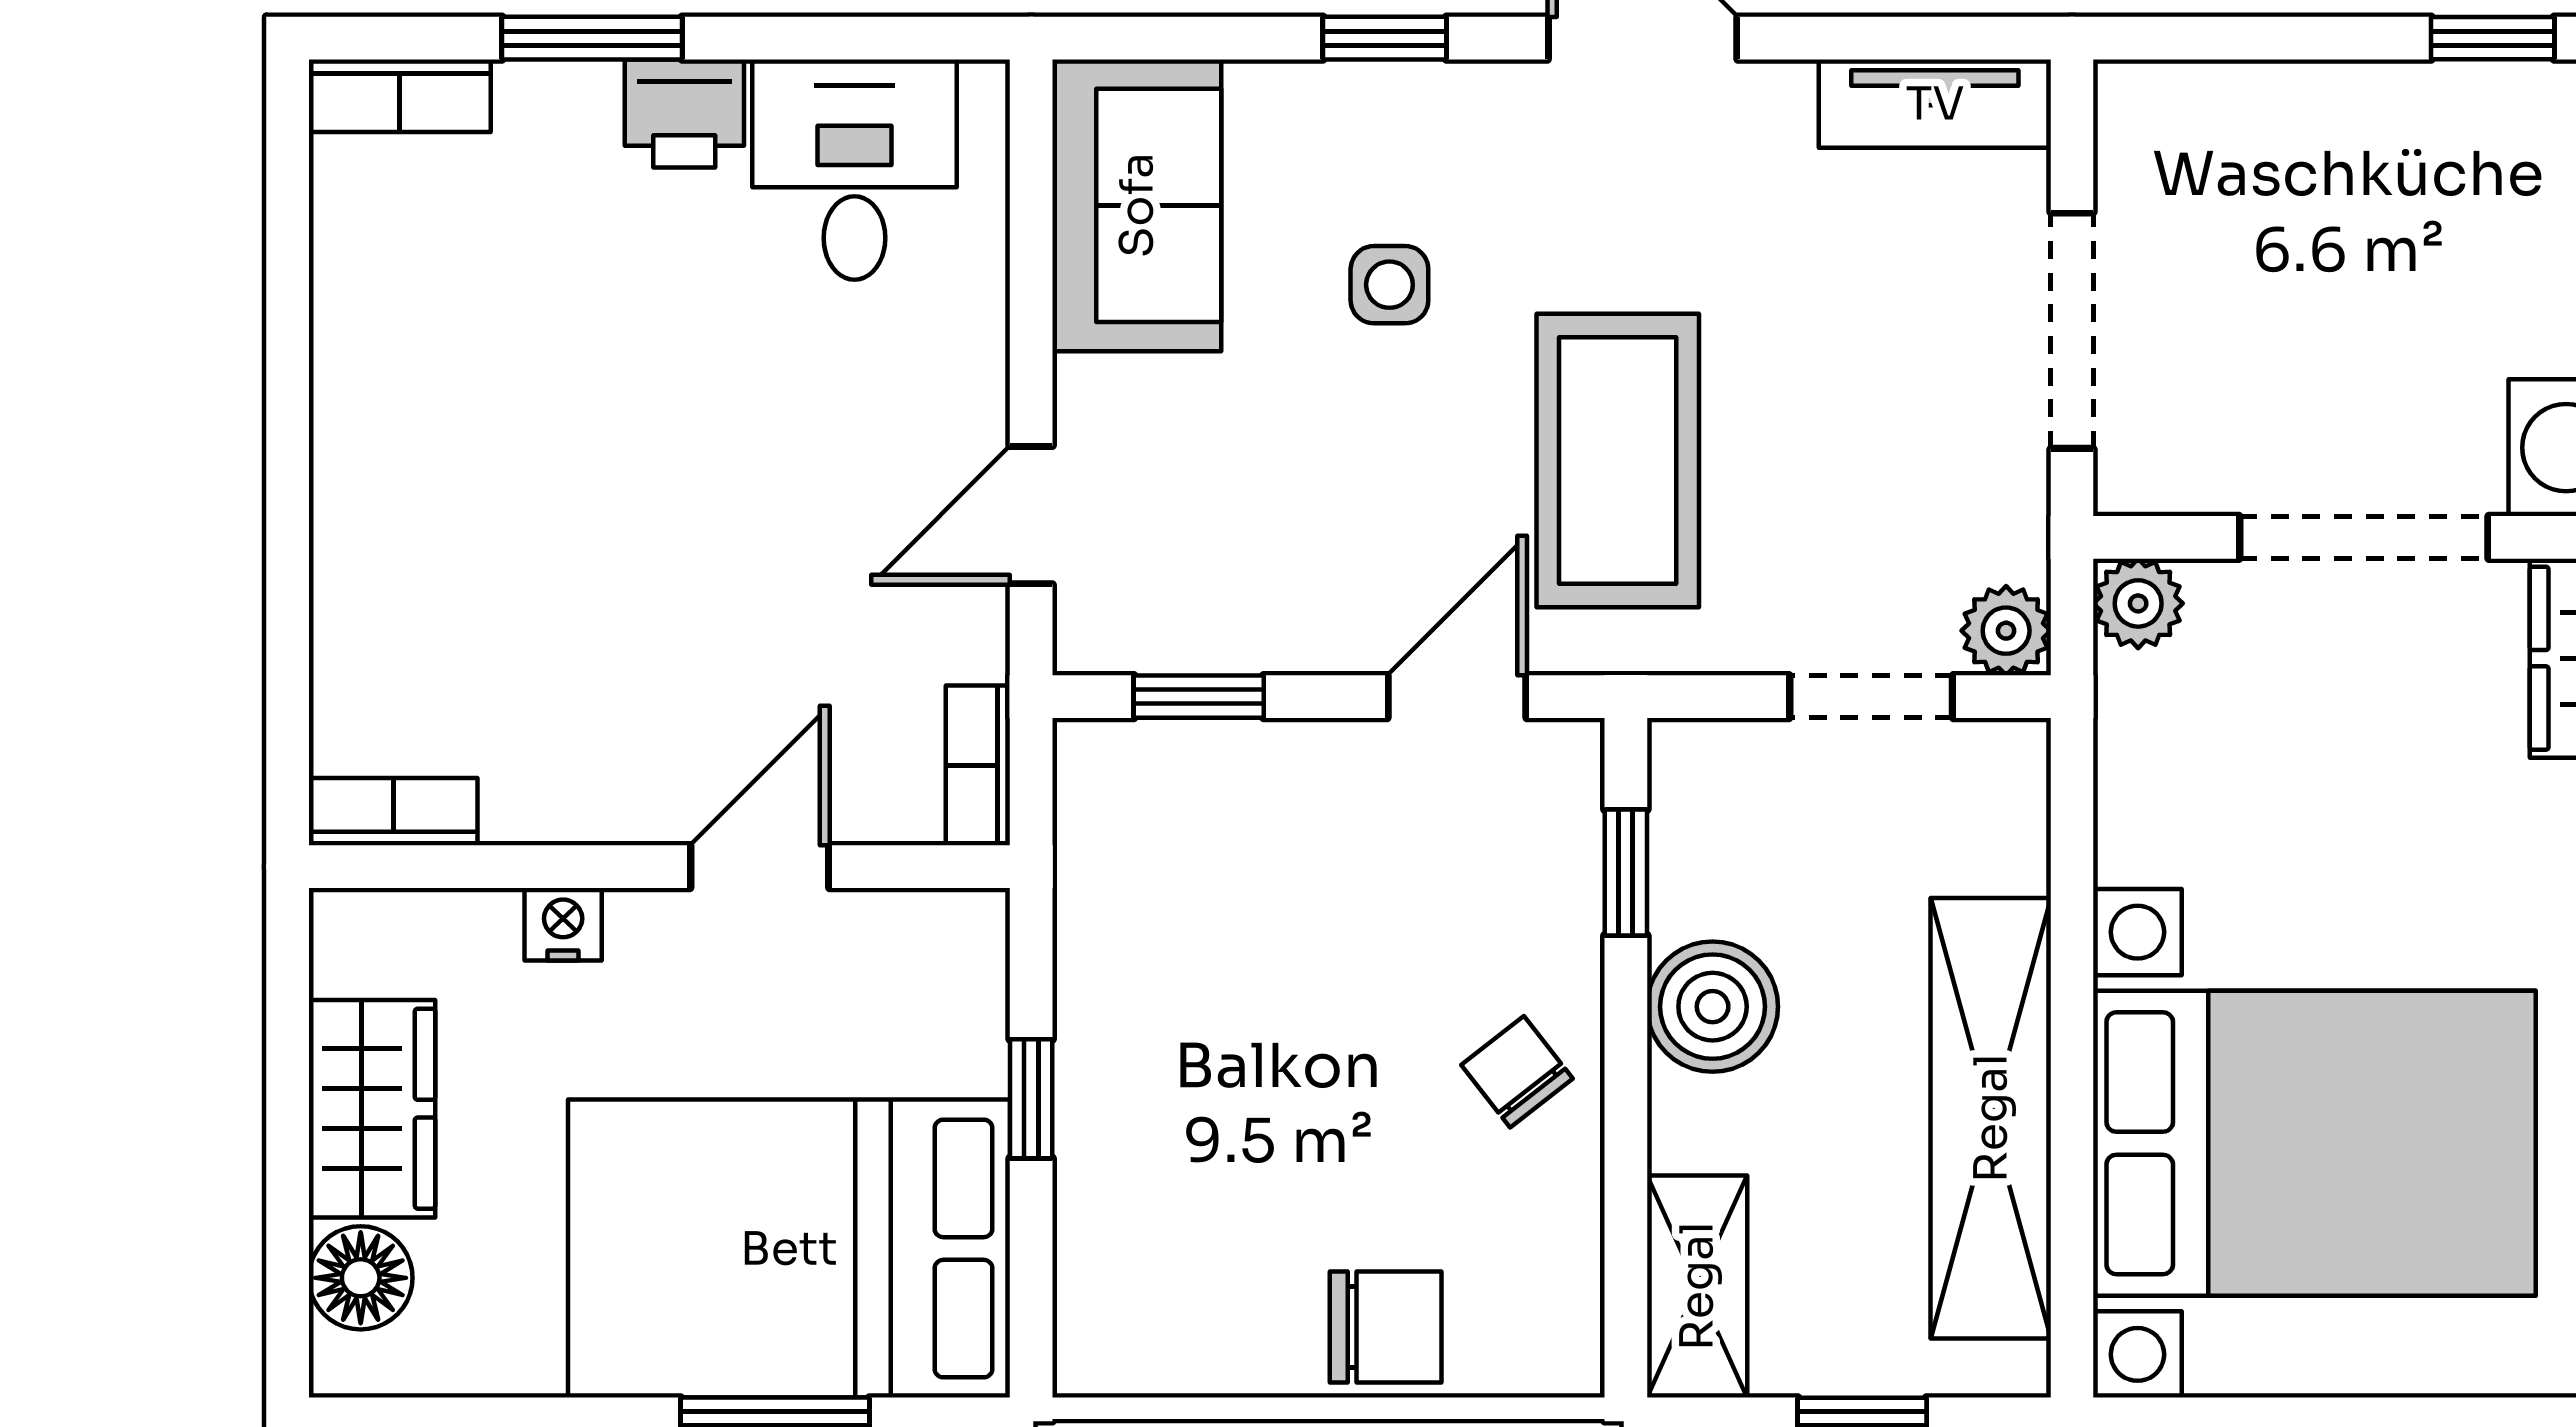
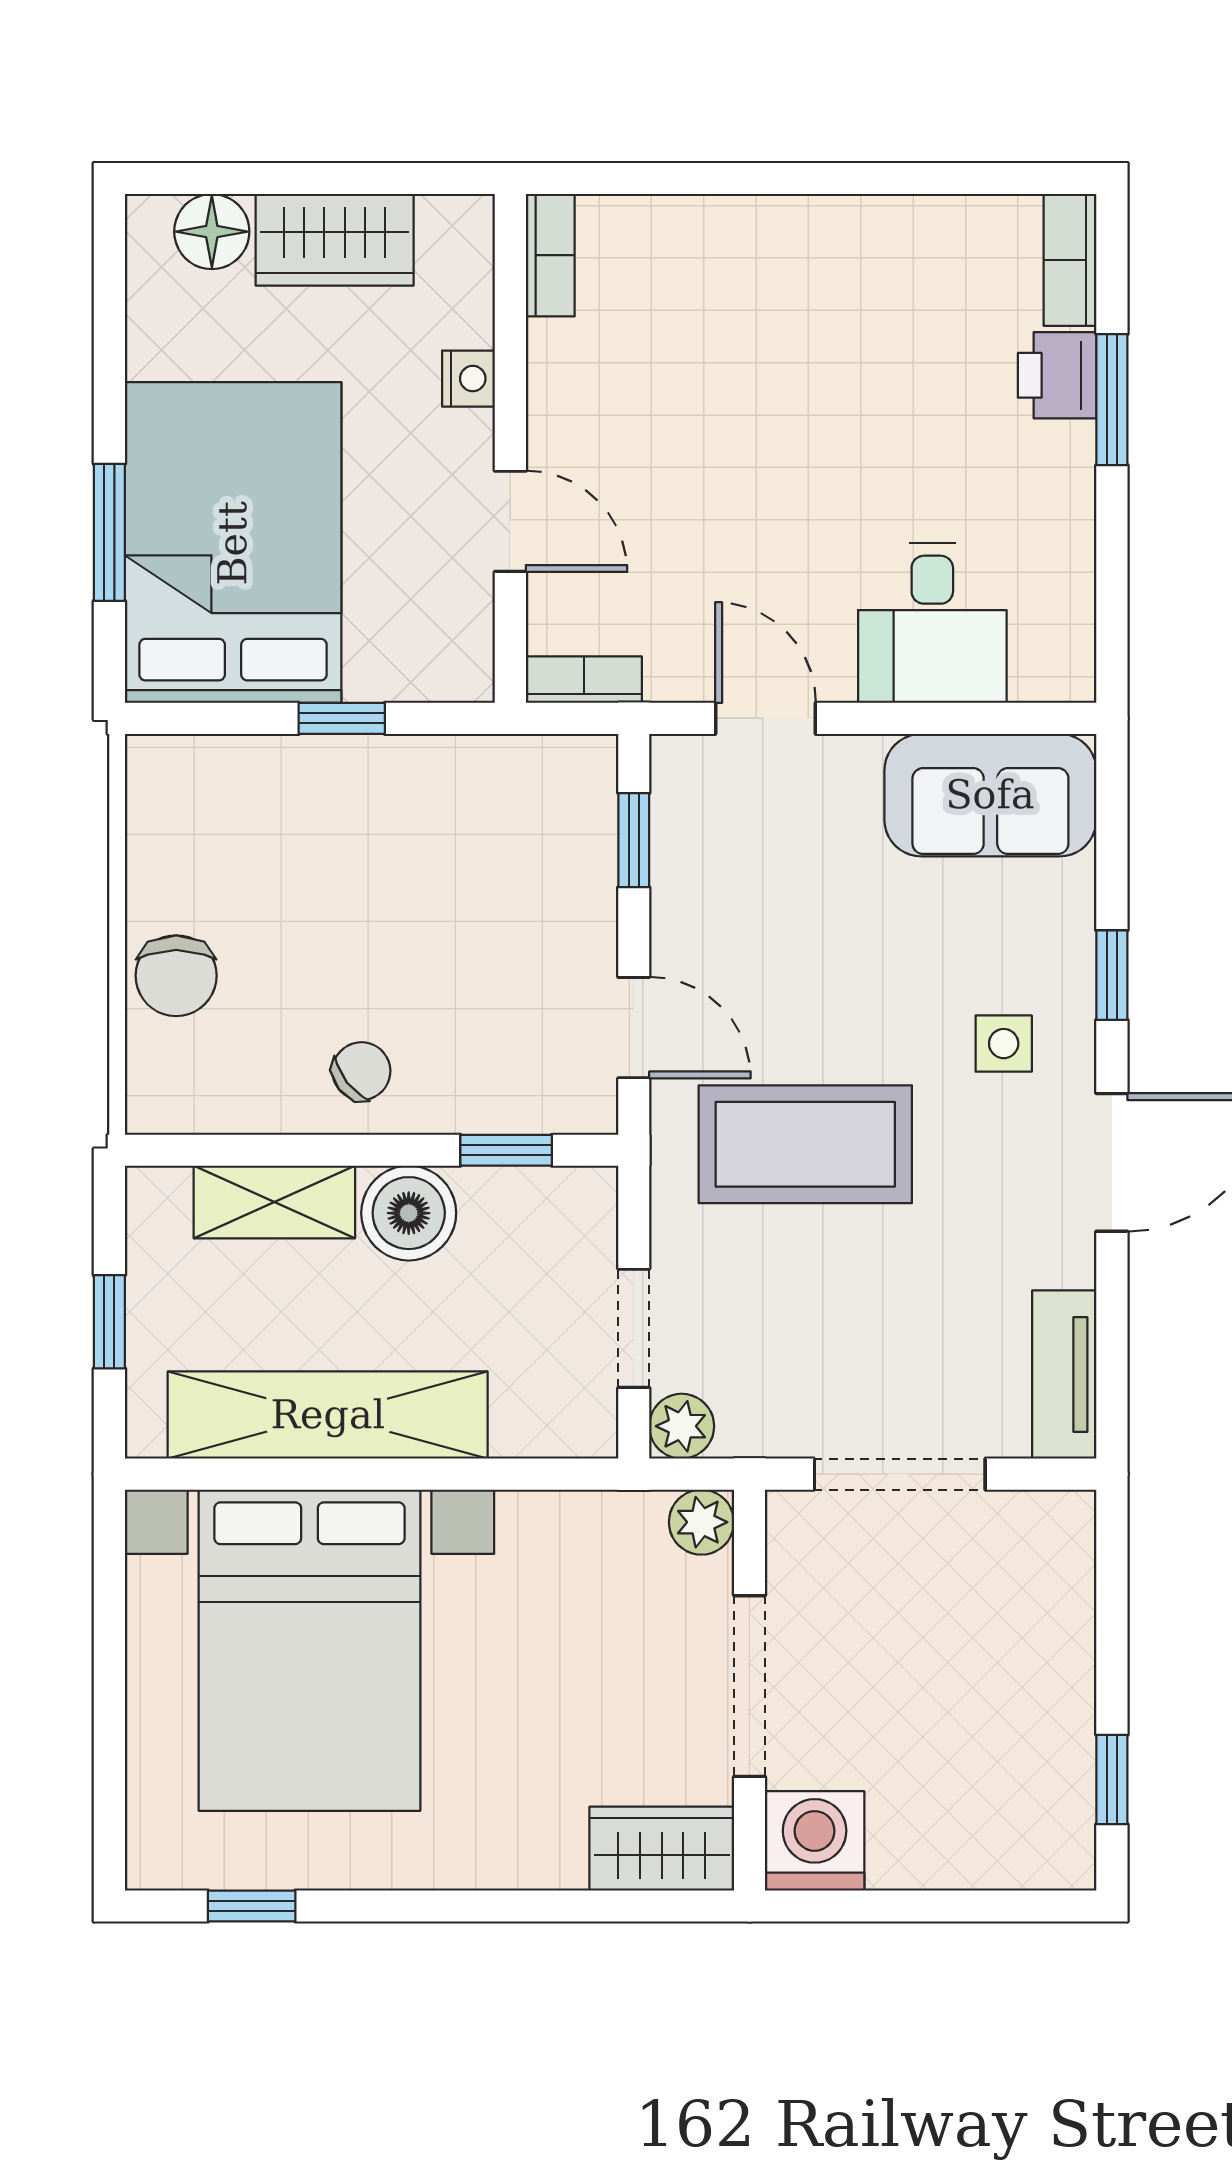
printer: (684, 113) -> (1057, 375), moved
desk: (854, 170) -> (932, 623), moved, turned 90
side table: (1389, 285) -> (1004, 1044), moved
shelving: (1697, 1286) -> (274, 1202), moved

